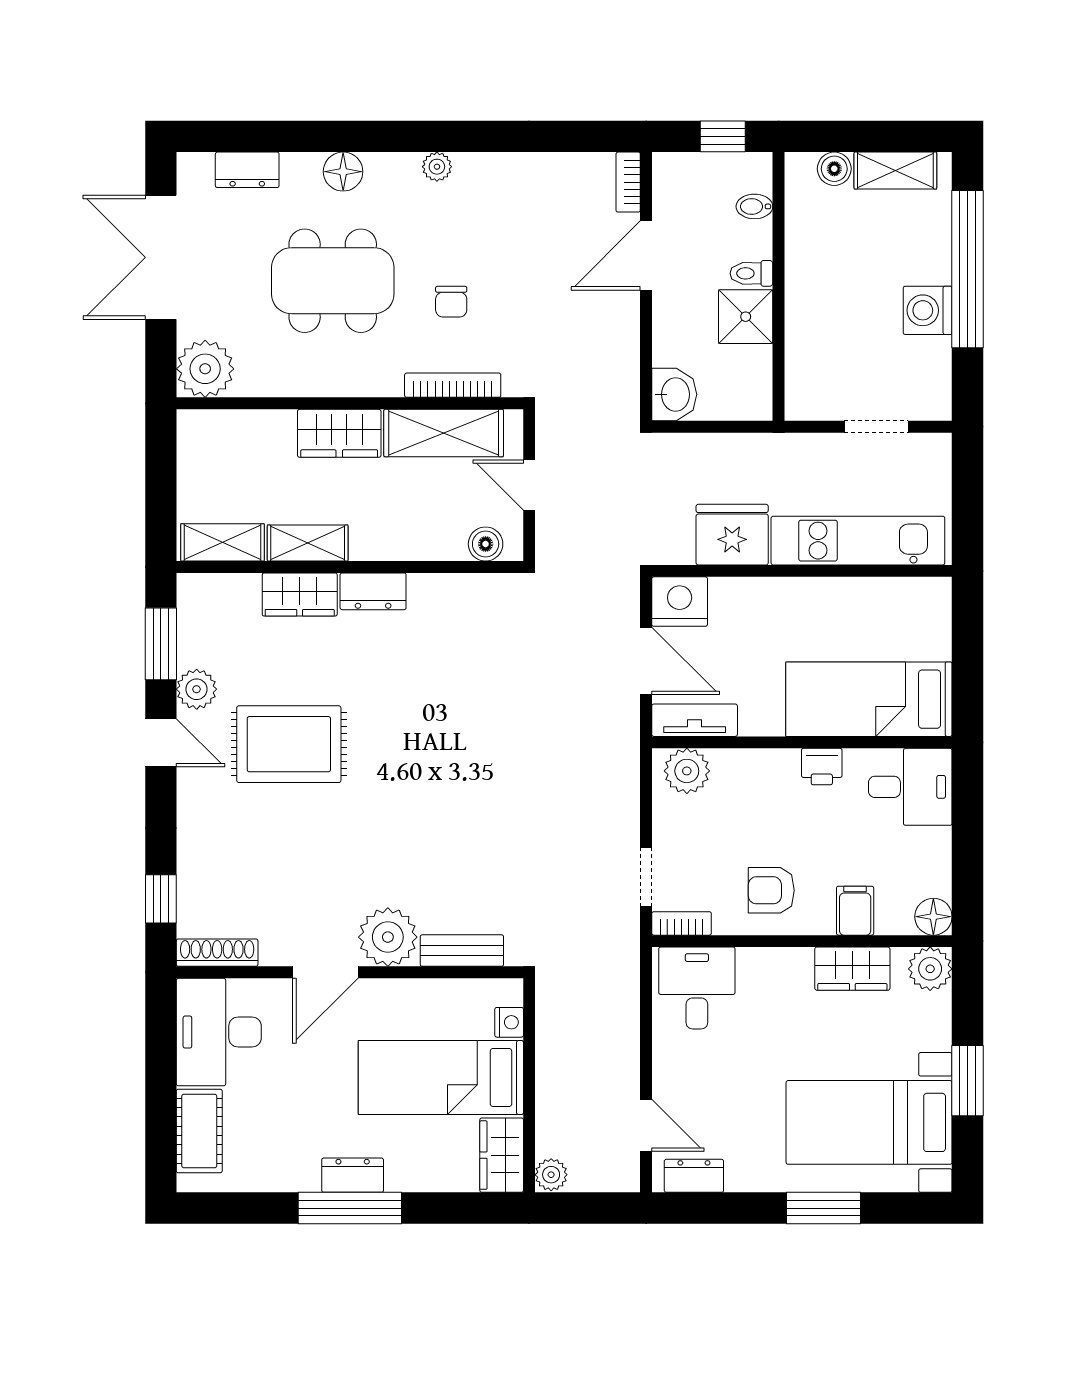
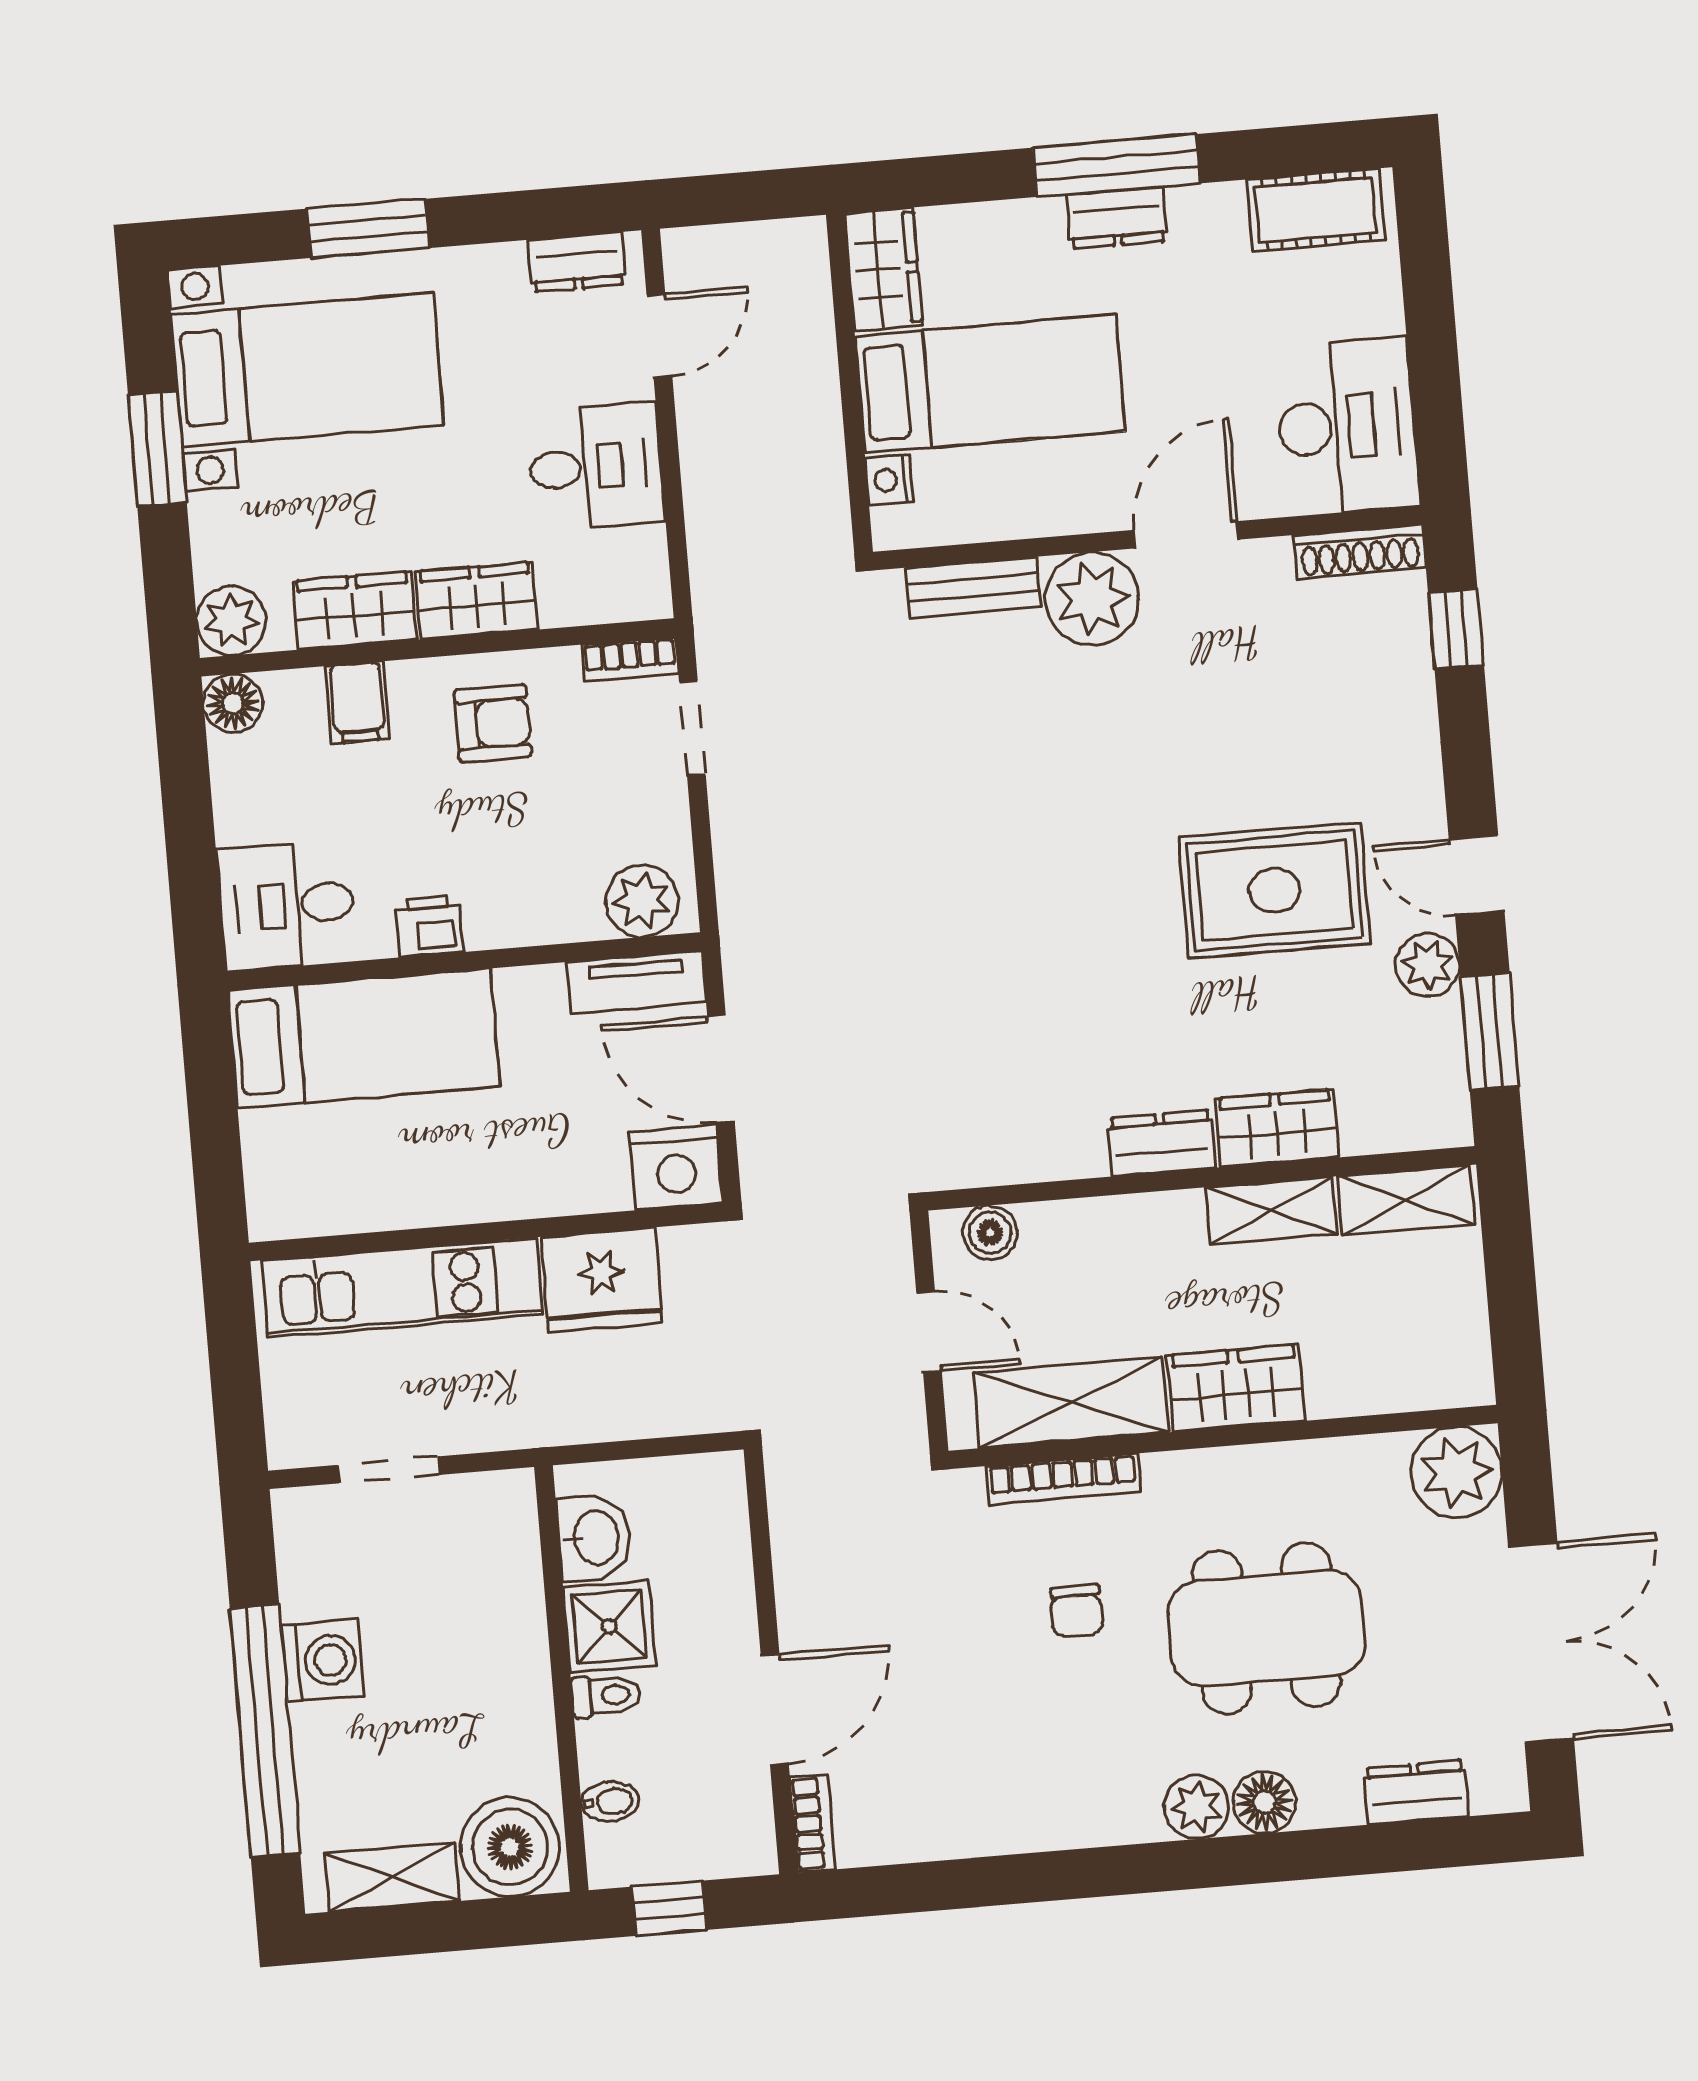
plant: (437, 167) -> (1197, 1807), moved, width x1.38, depth x1.38
boiler: (834, 169) -> (510, 1847), width x1.86, depth x1.86
chair: (451, 302) -> (1076, 1611), turned 180
washbasin: (674, 394) -> (594, 1538), moved, turned 180
wardrobe: (775, 968) -> (477, 601), added
desk: (697, 988) -> (596, 467), moved, turned -90
door: (646, 1125) -> (659, 335), swing flipped
cot: (199, 1131) -> (1316, 210), moved, turned 90
plant: (551, 1175) -> (803, 245), removed

